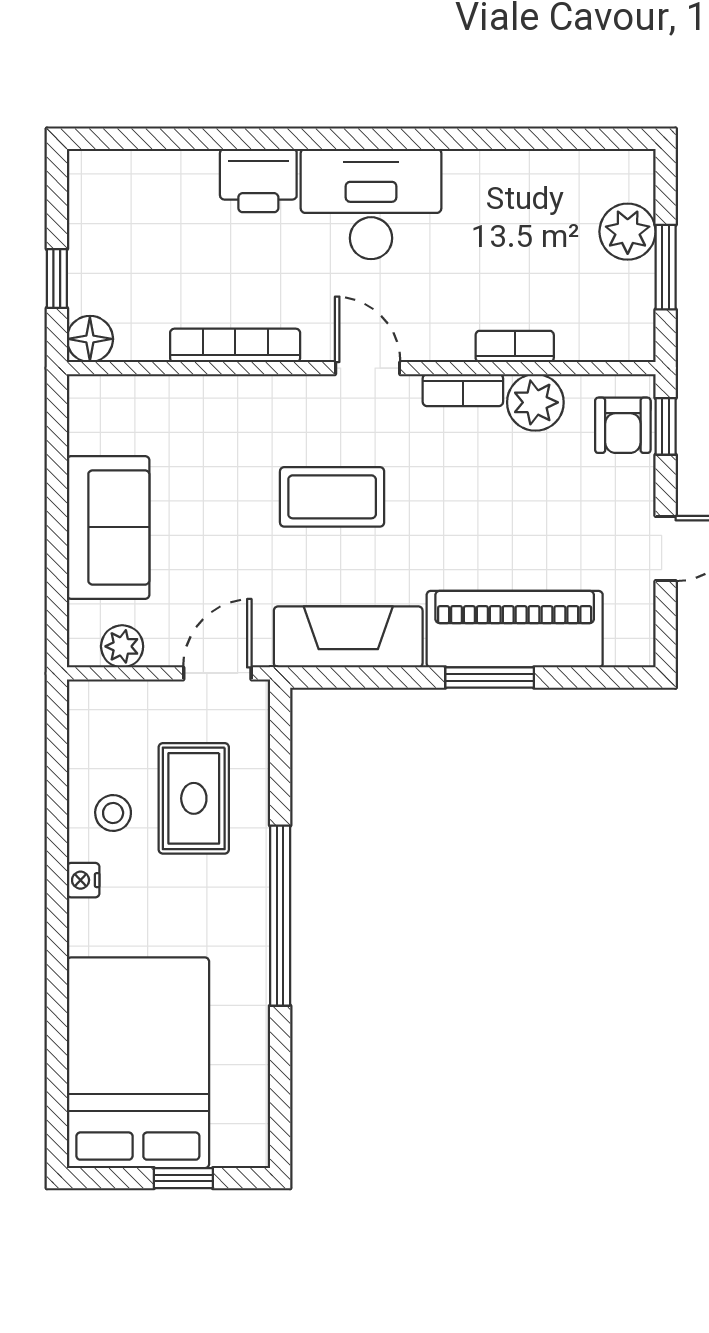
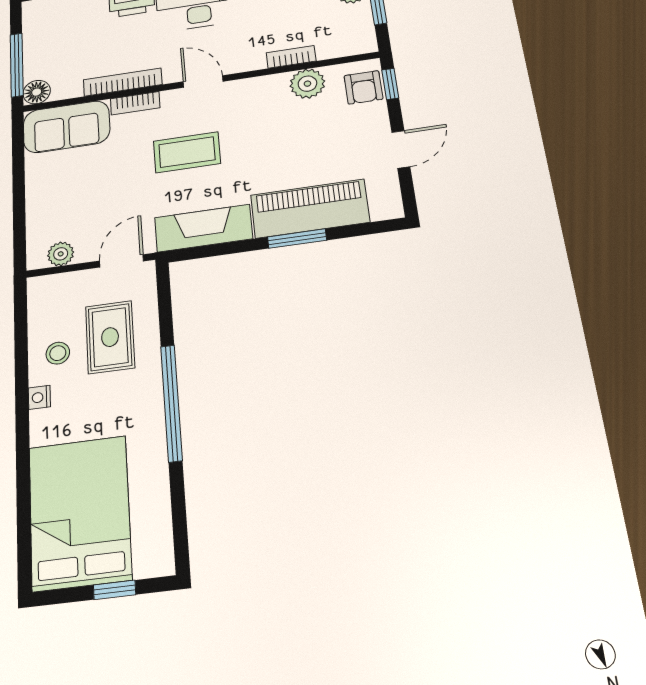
window: (57, 279) -> (17, 65), width x2.17
bookcase: (463, 390) -> (135, 103), moved
sofa: (108, 527) -> (66, 127), moved, turned 90

